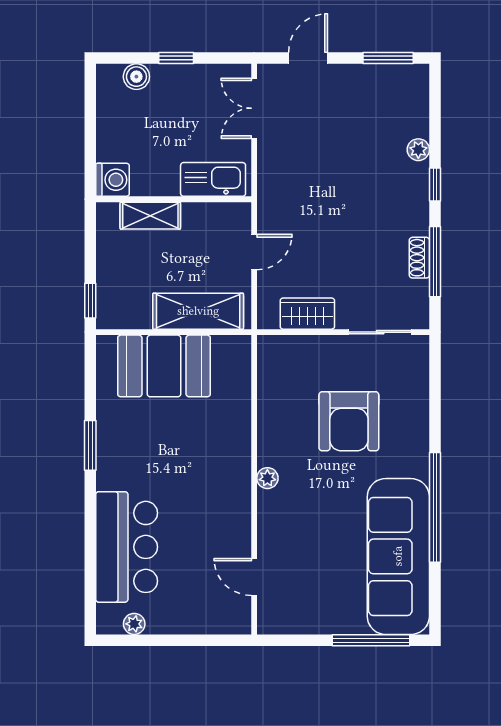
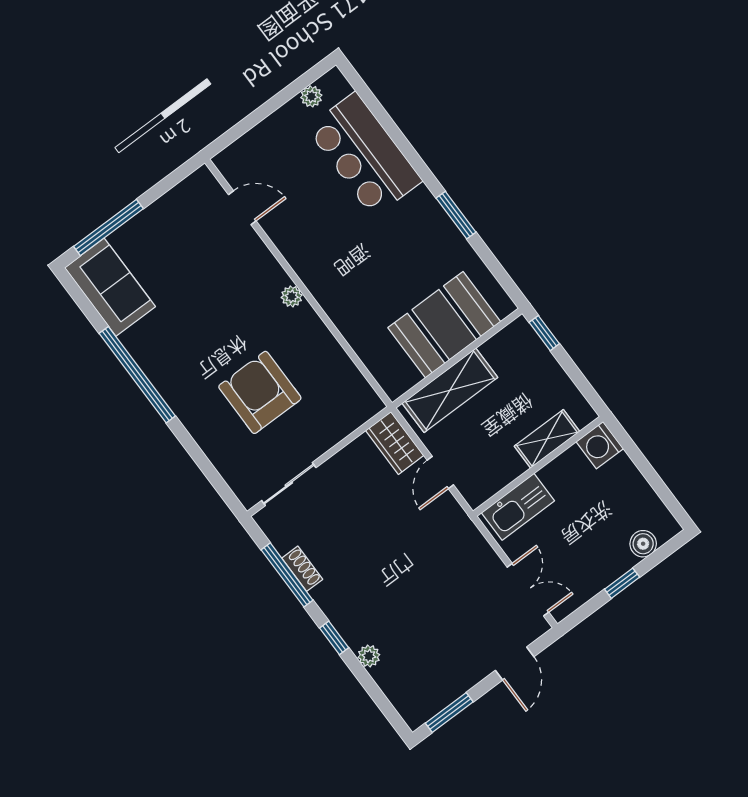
wardrobe: (307, 314) -> (395, 443), moved, turned 90
sofa: (398, 556) -> (110, 287), width x0.54, depth x0.79

